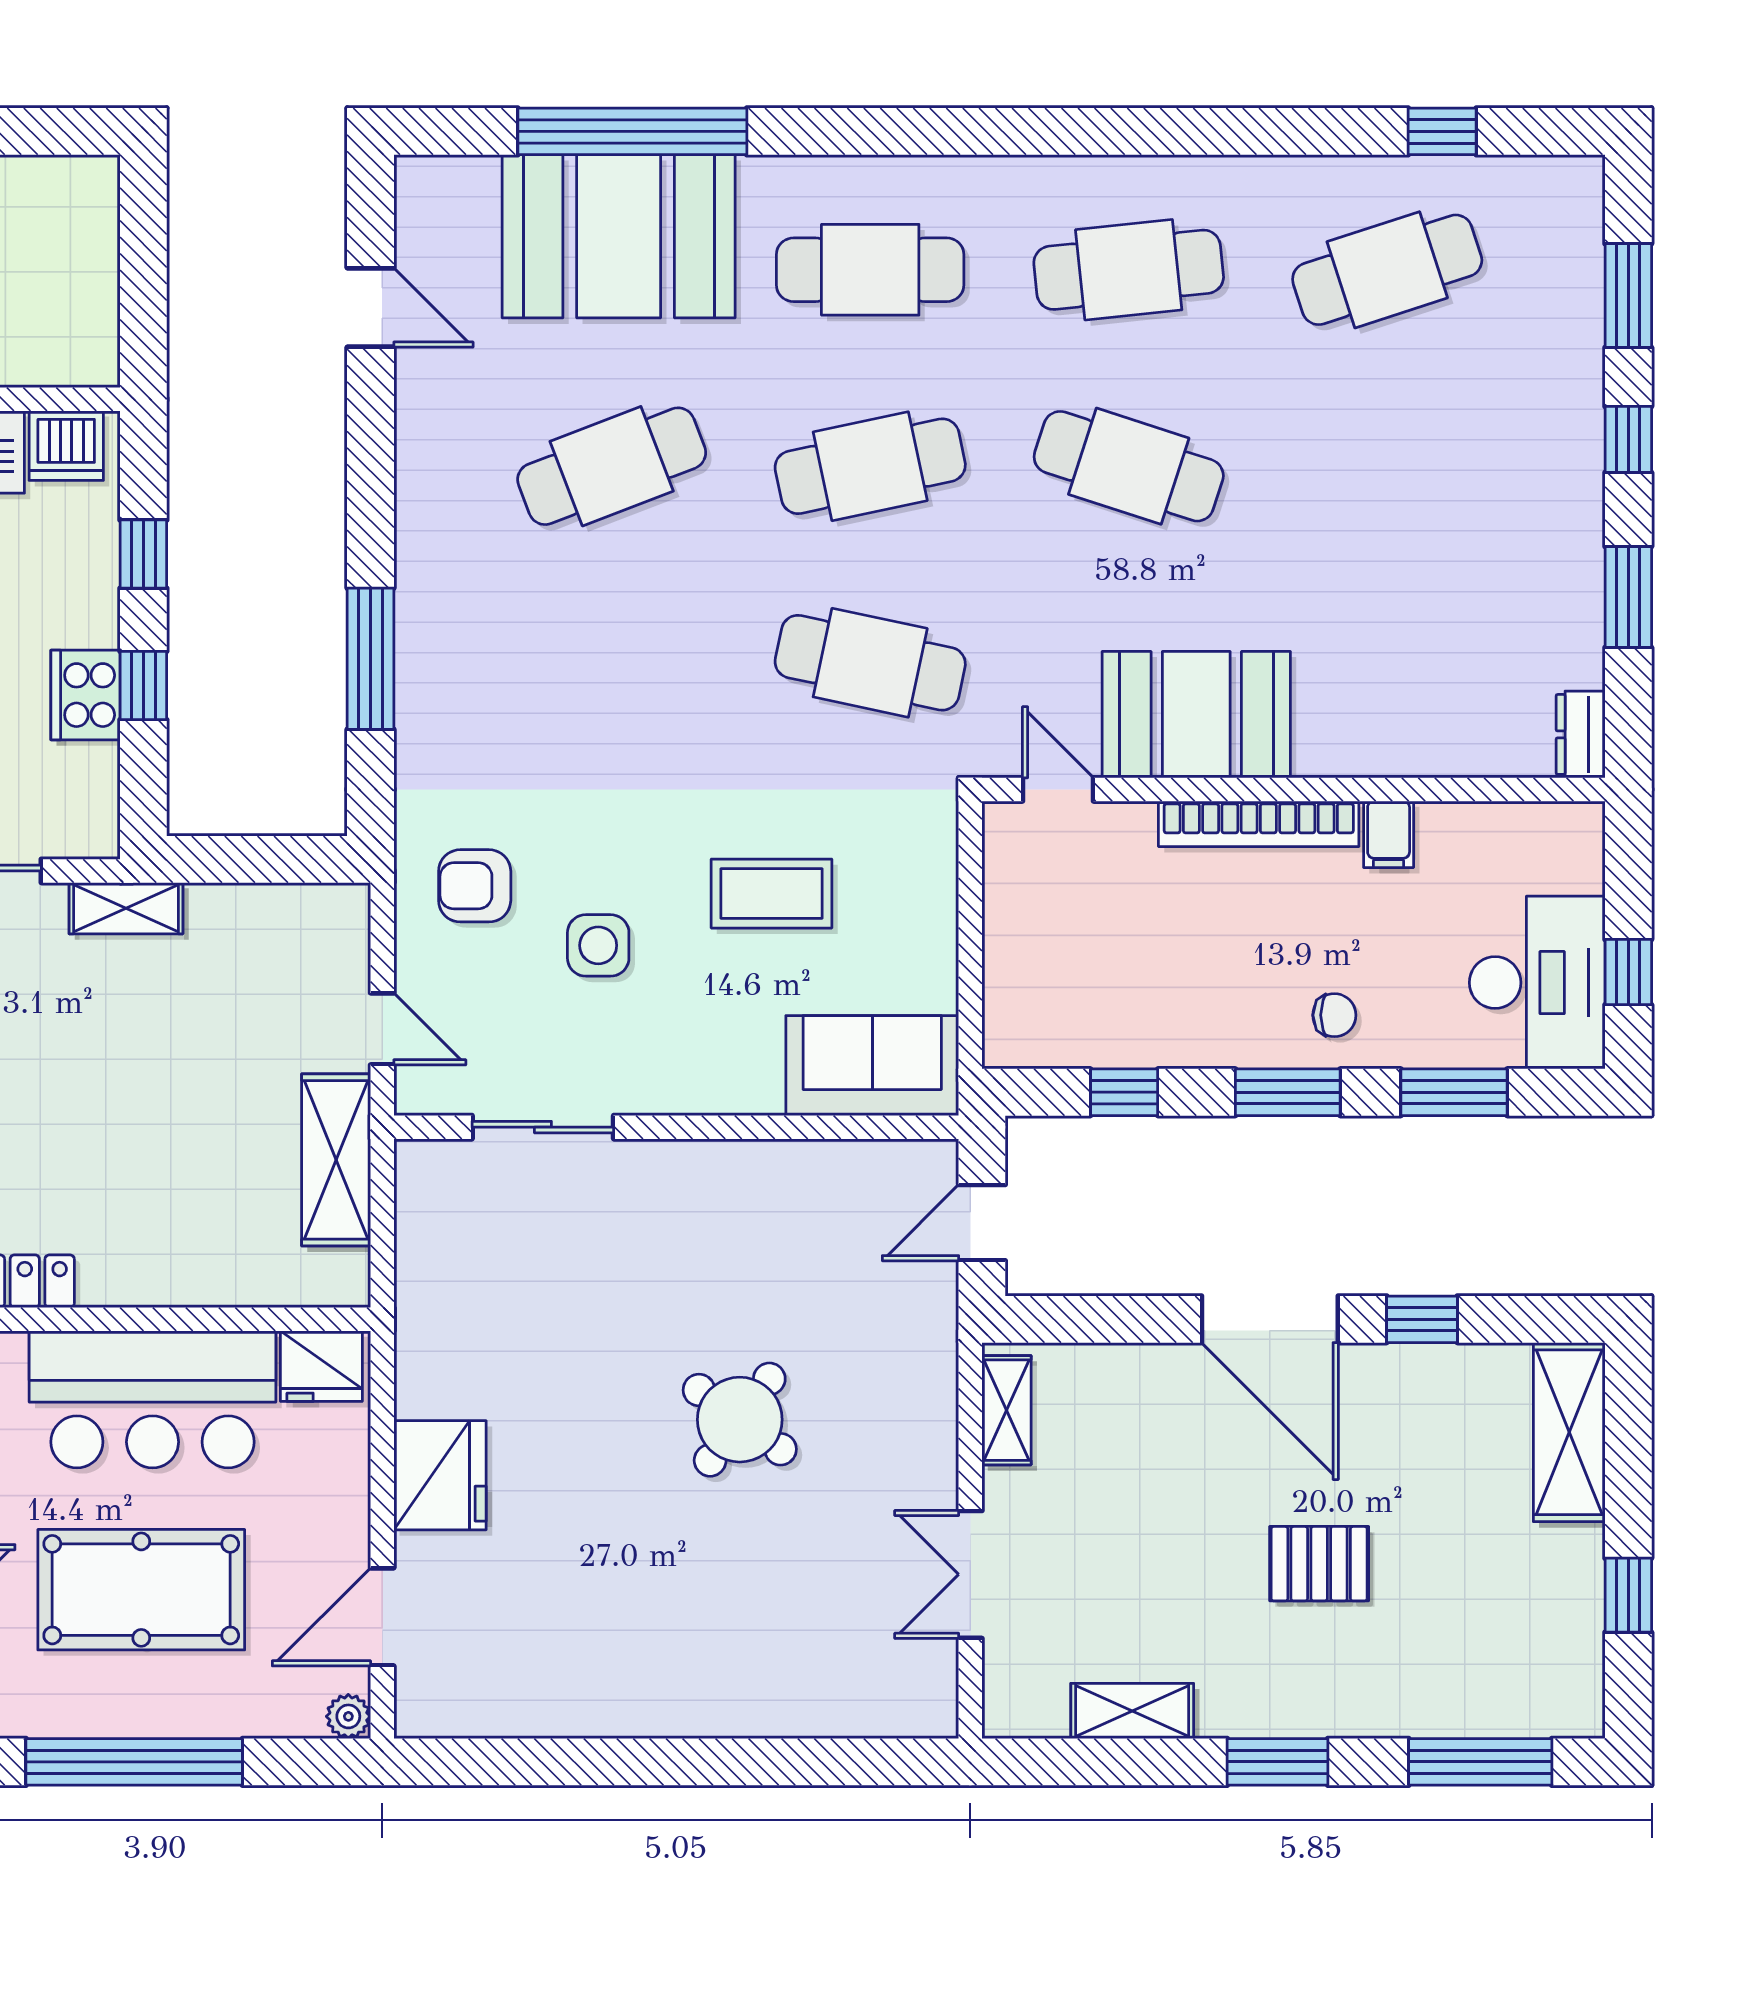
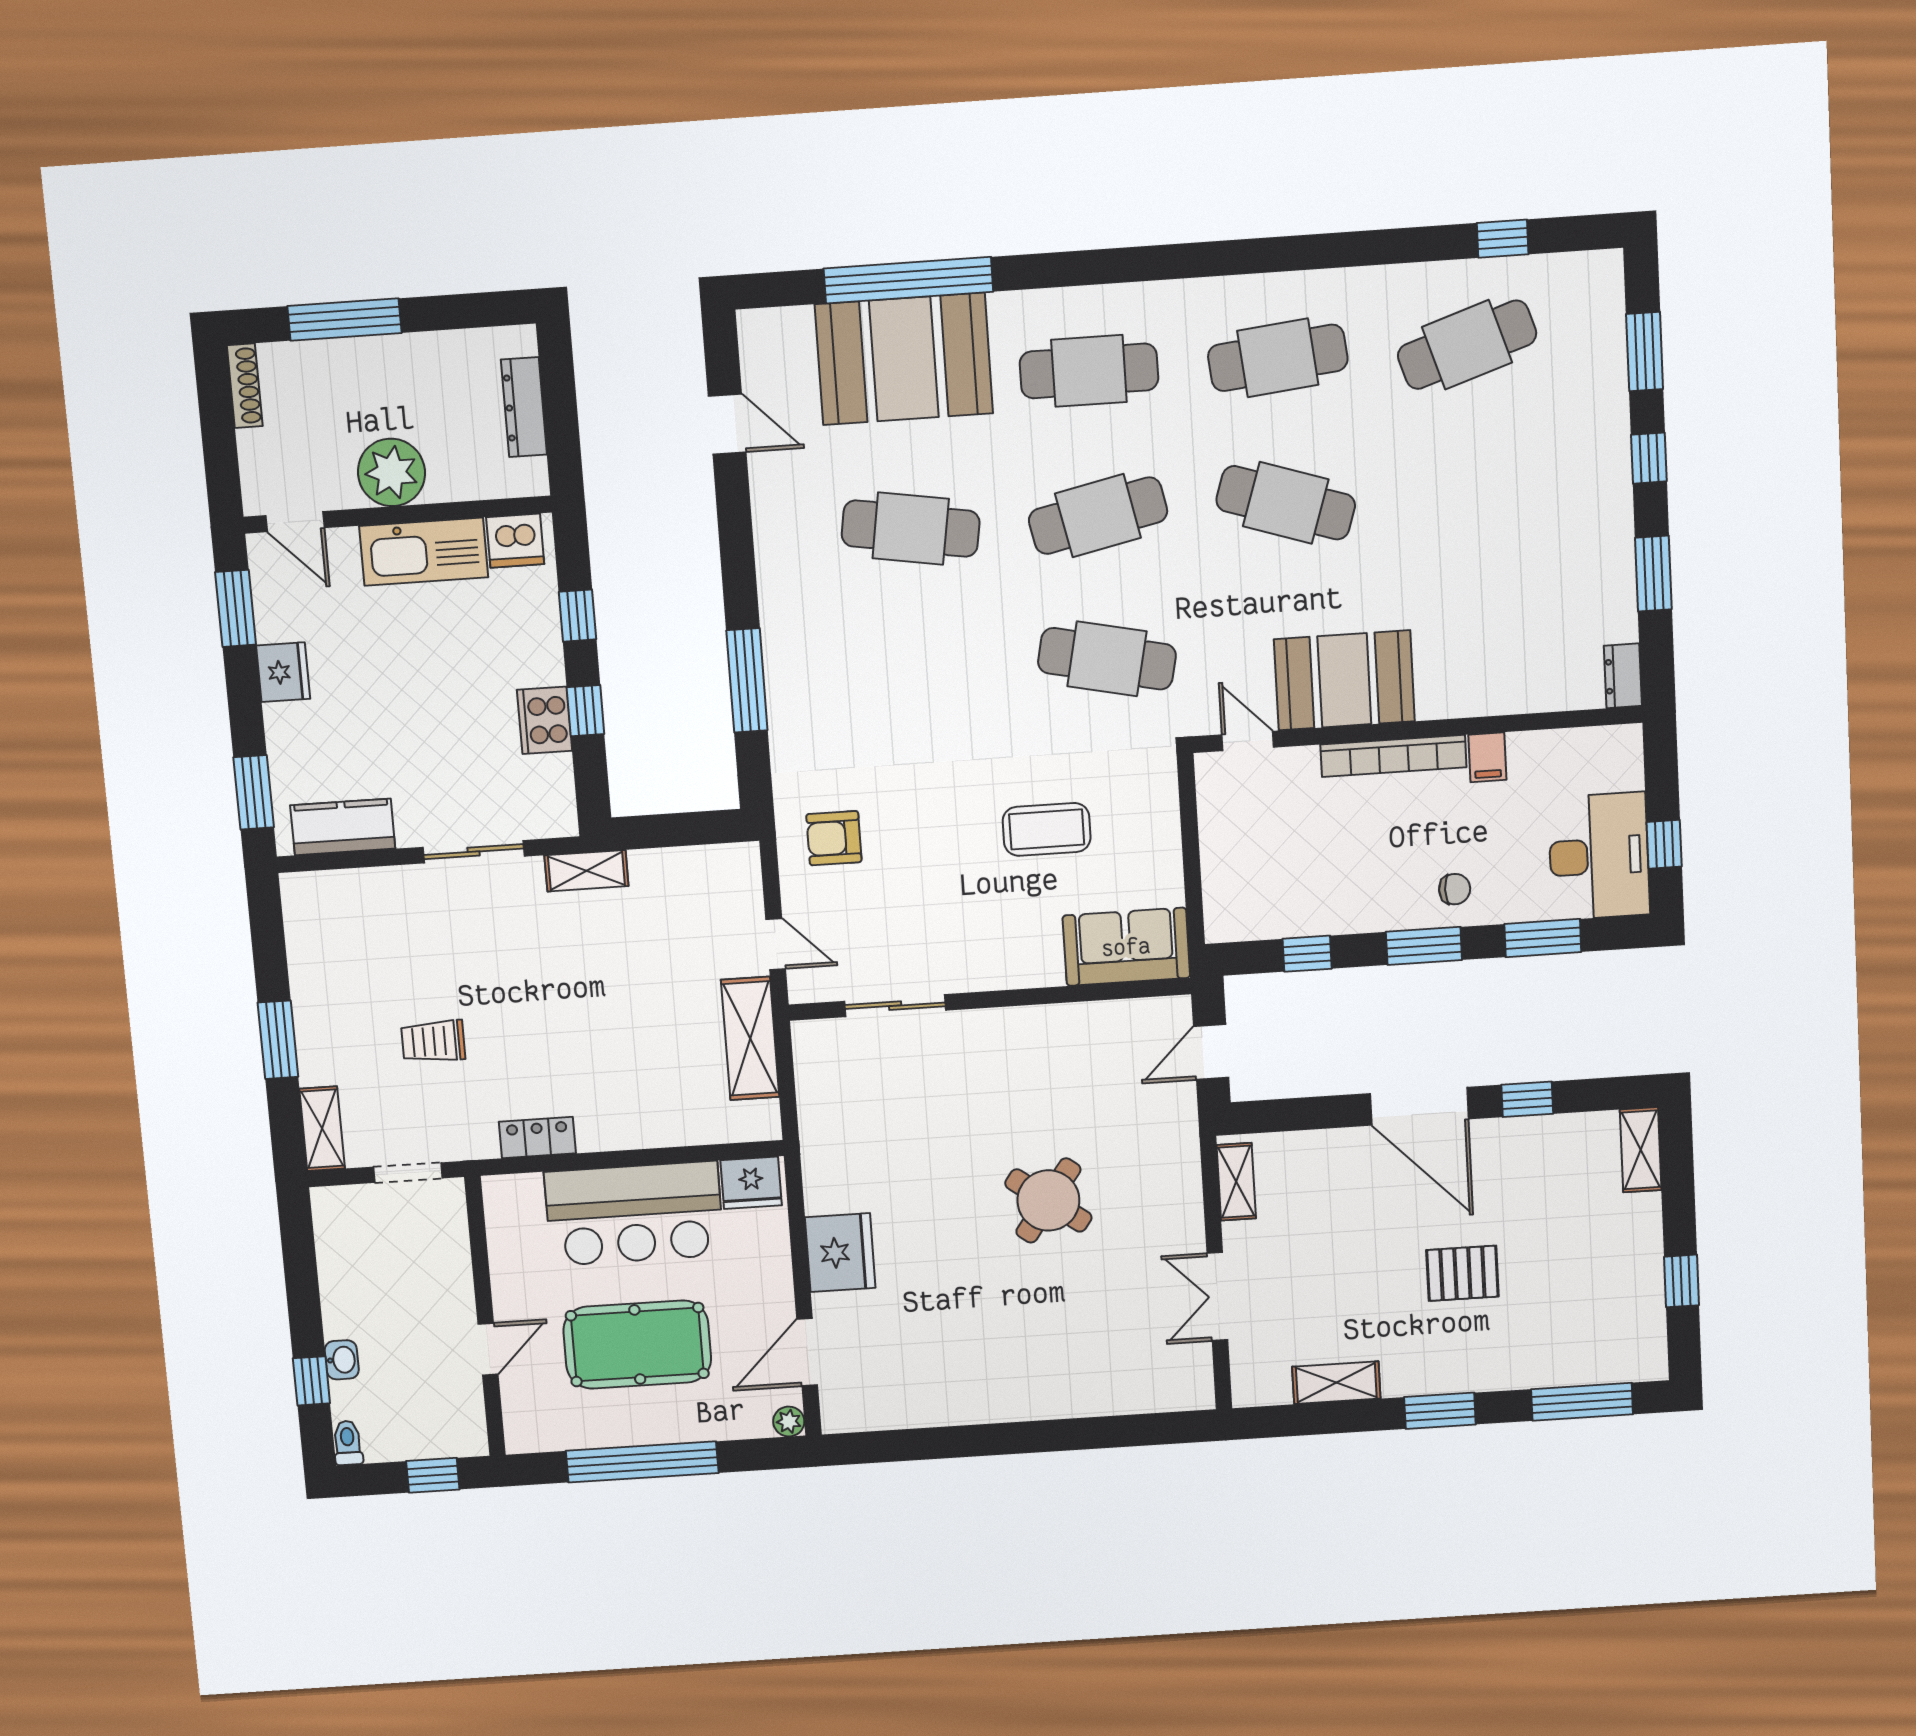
dresser: (94, 266) -> (524, 407), added
cafe table: (612, 466) -> (911, 529), turned 30
side table: (598, 945) -> (925, 875), removed
shelving: (1569, 1432) -> (1641, 1150), width x0.67, depth x0.75

